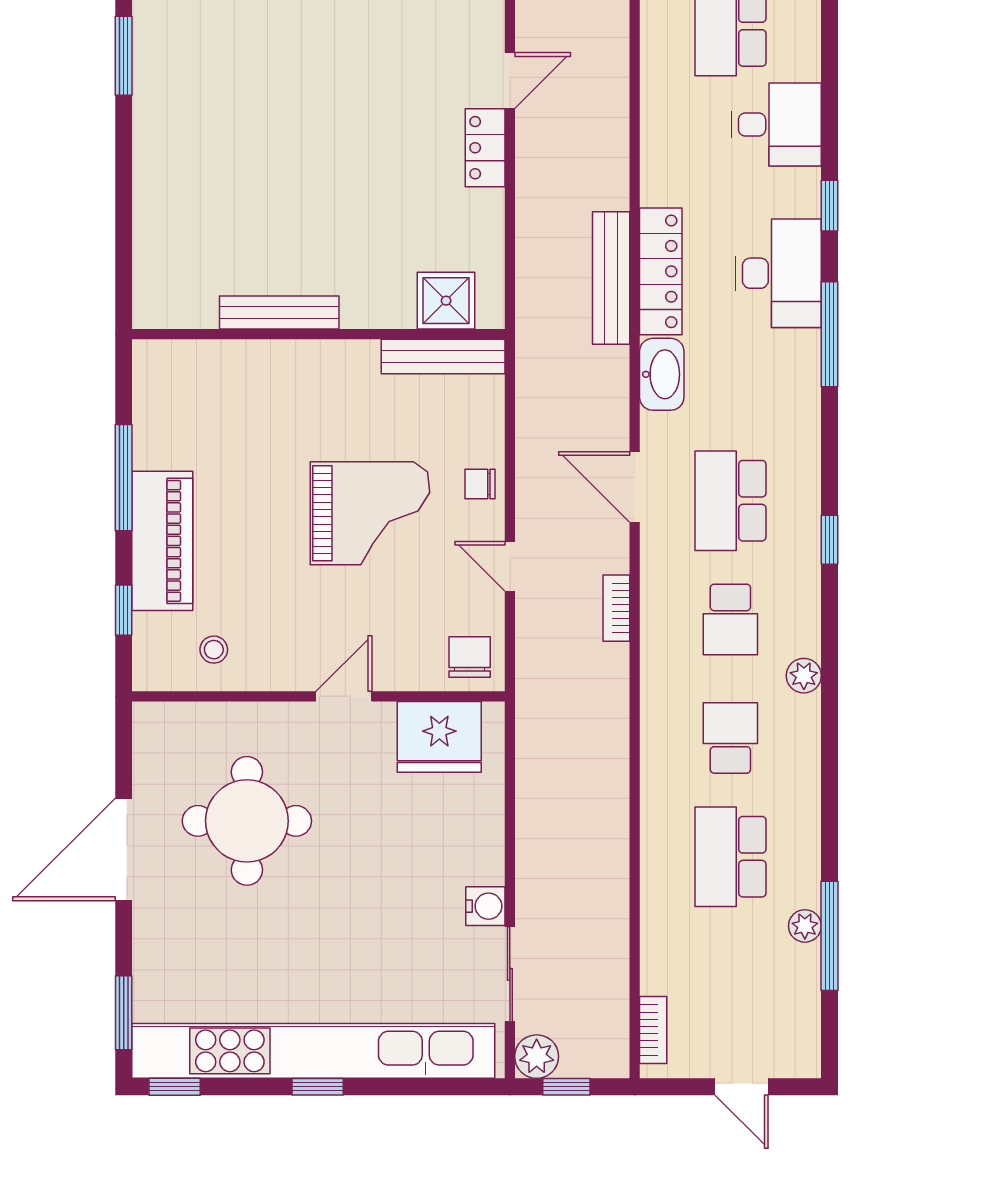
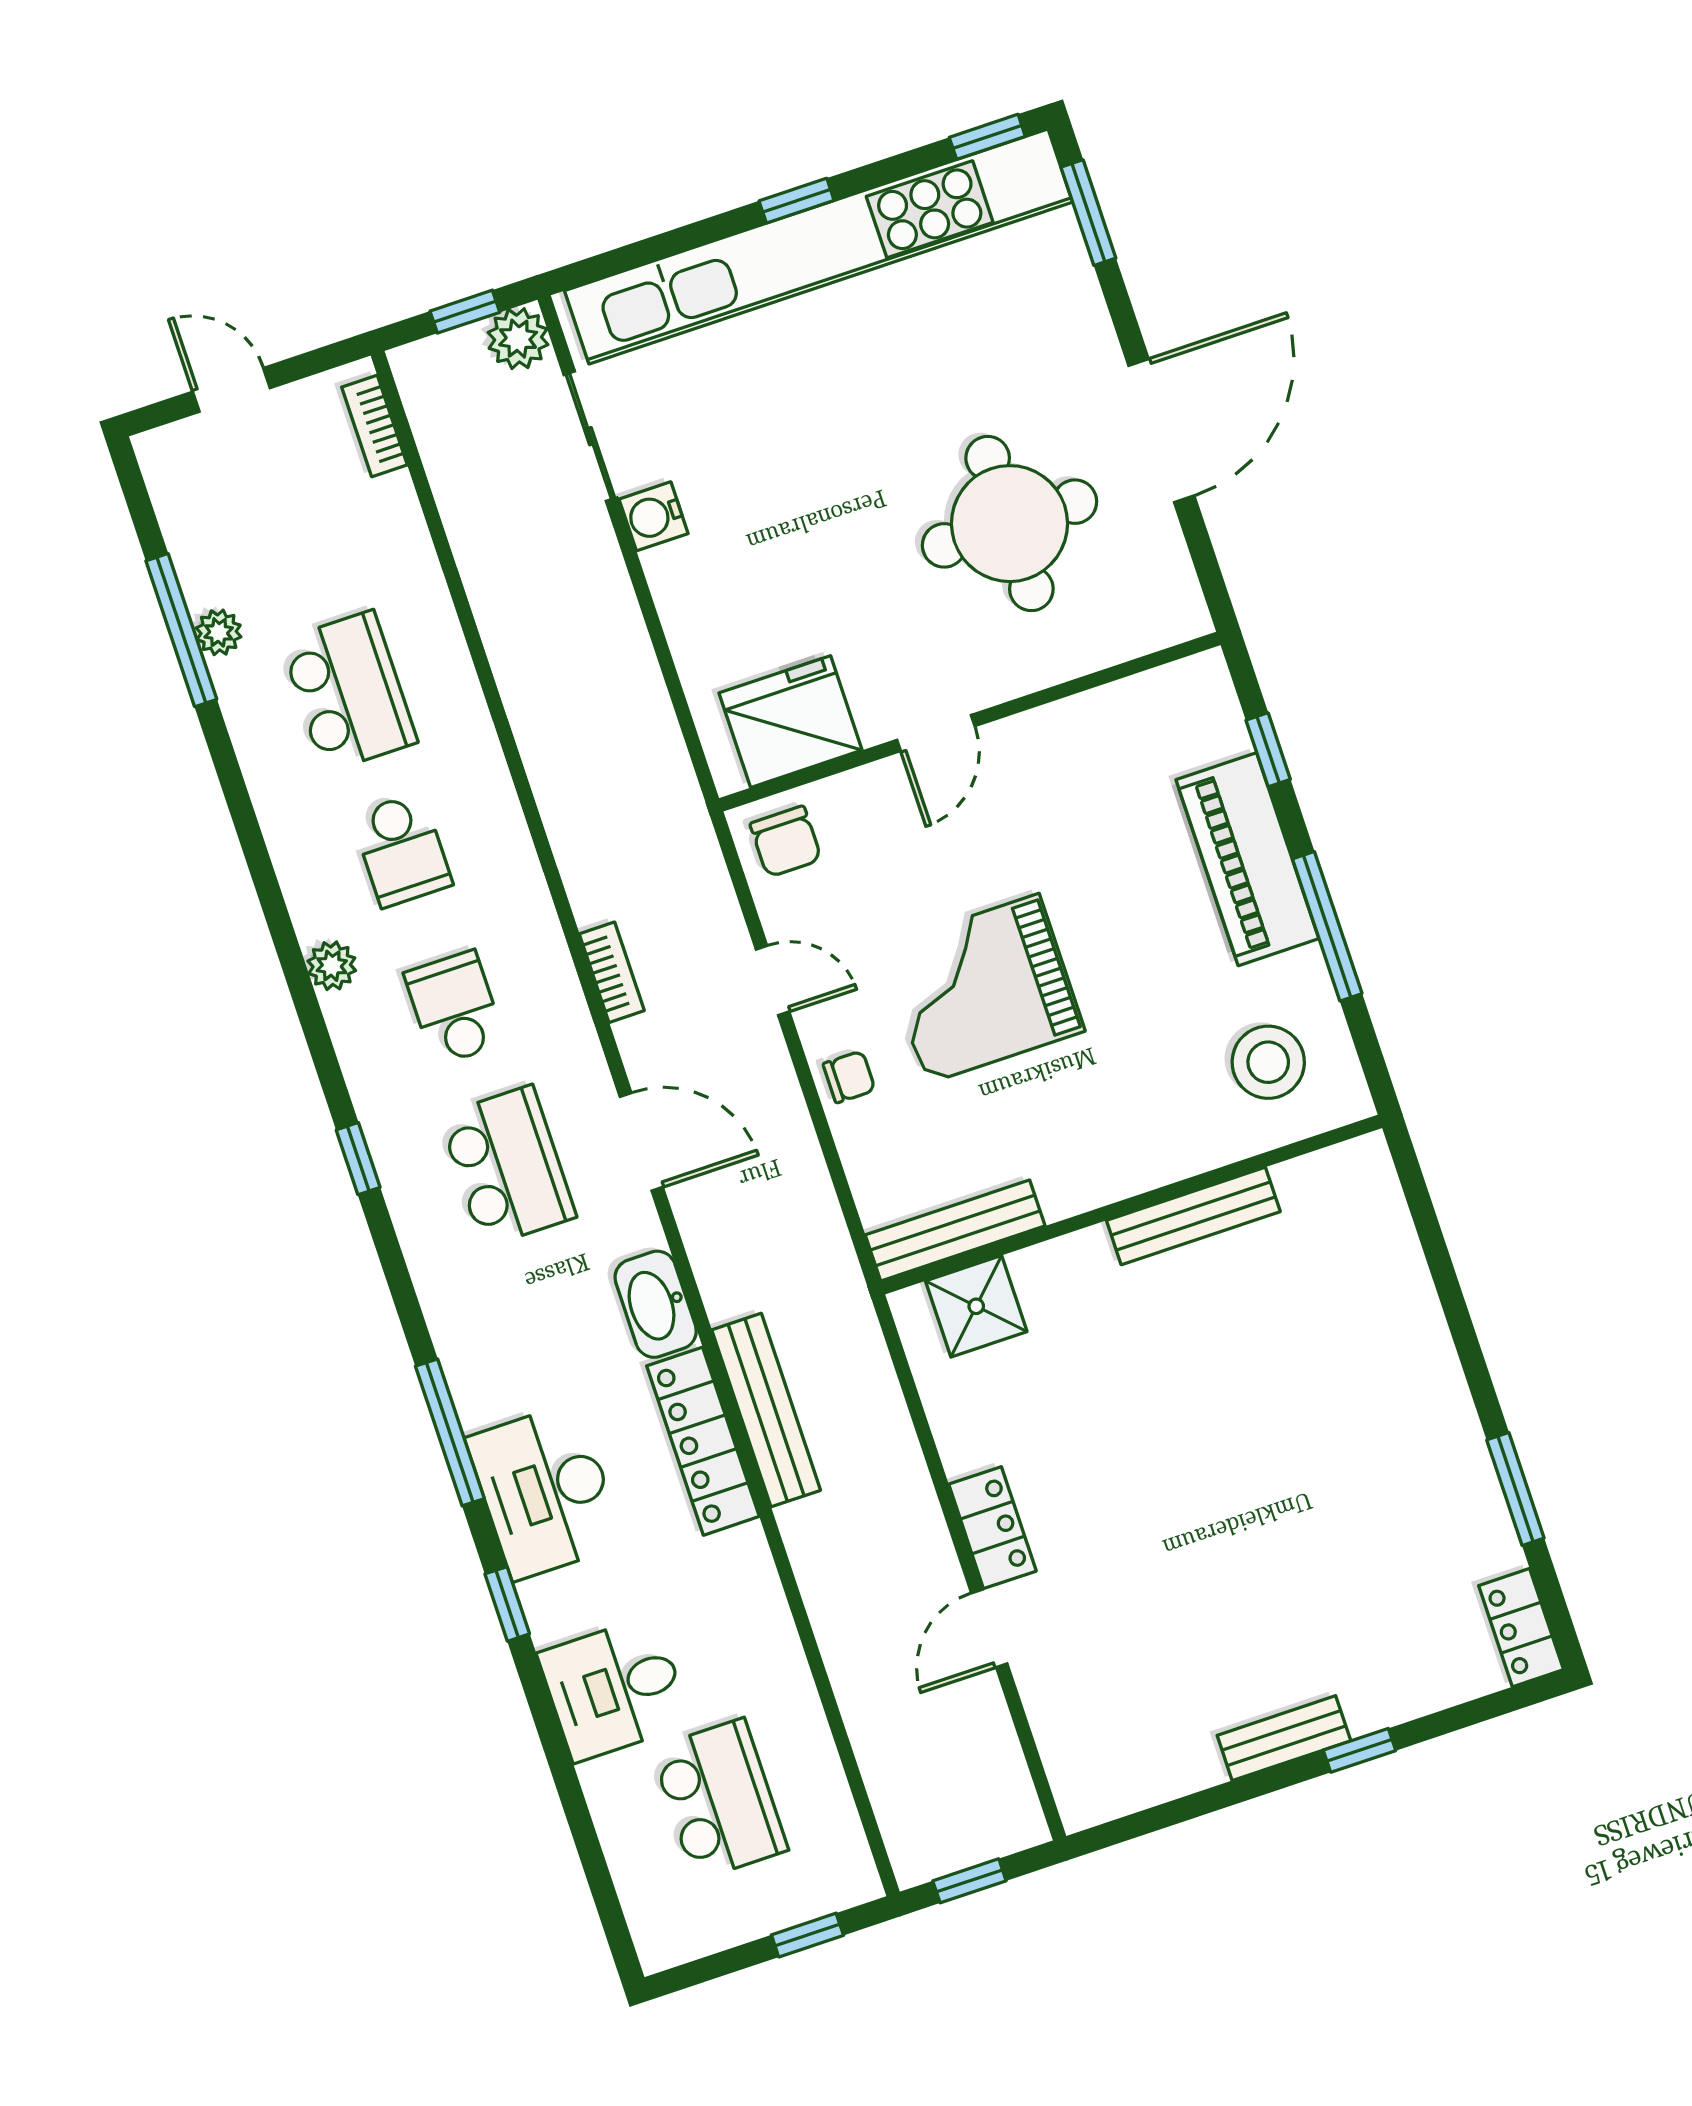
stool: (214, 650) -> (1268, 1062), moved, width x1.89, depth x1.89

